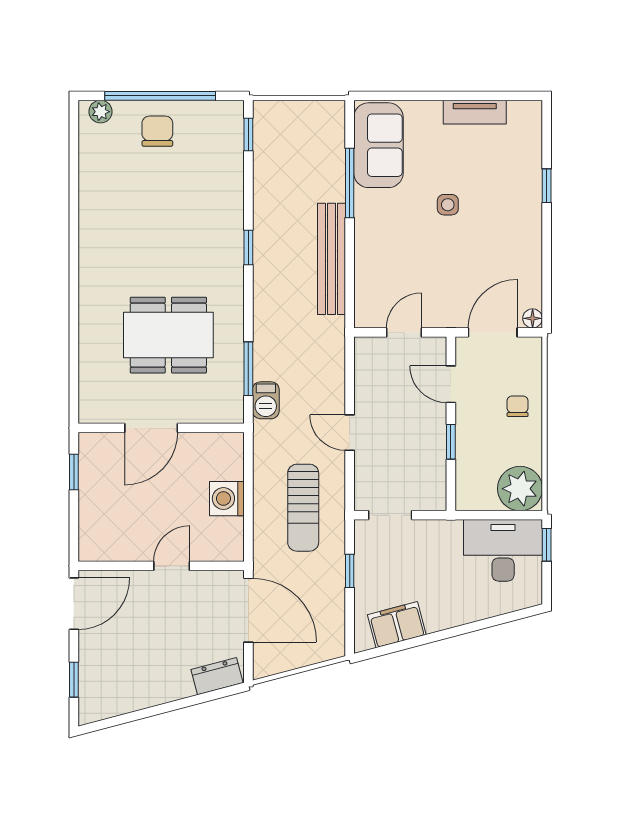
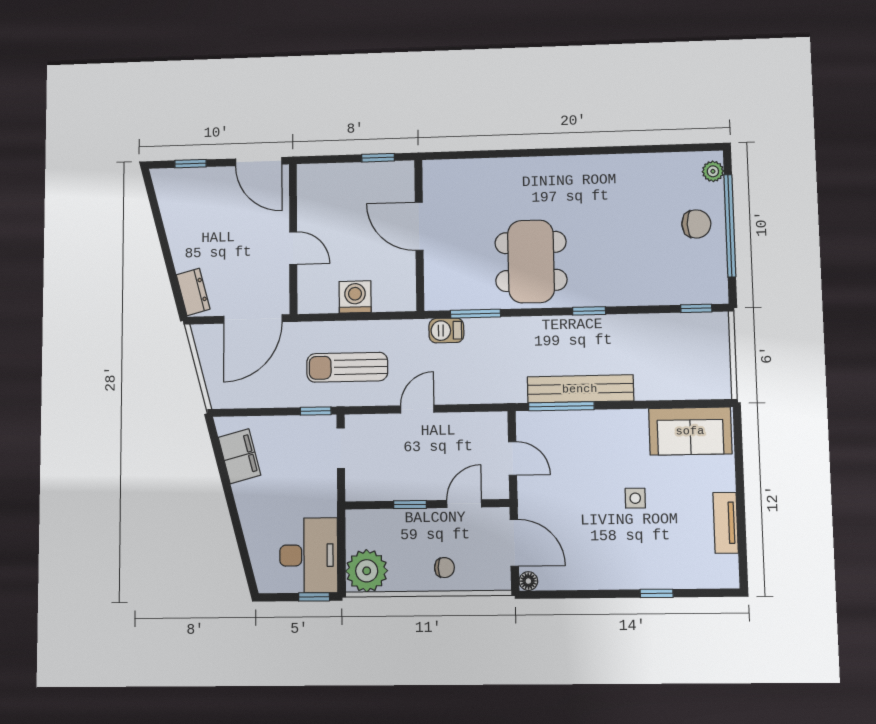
window: (350, 183) -> (561, 406), moved
dining table: (168, 335) -> (531, 261), moved
window: (350, 571) -> (316, 411), moved

